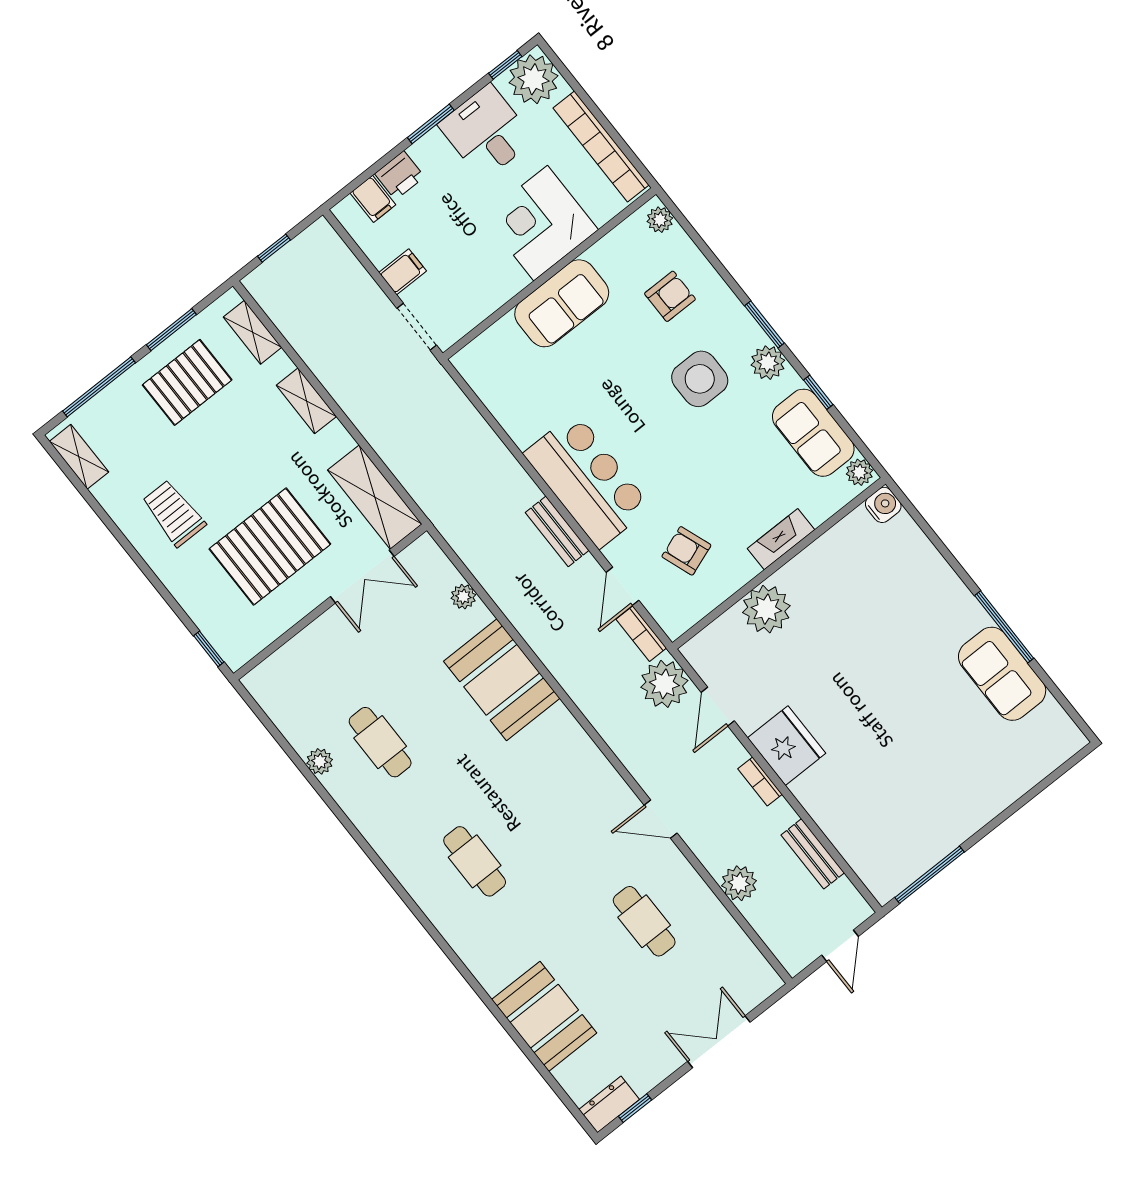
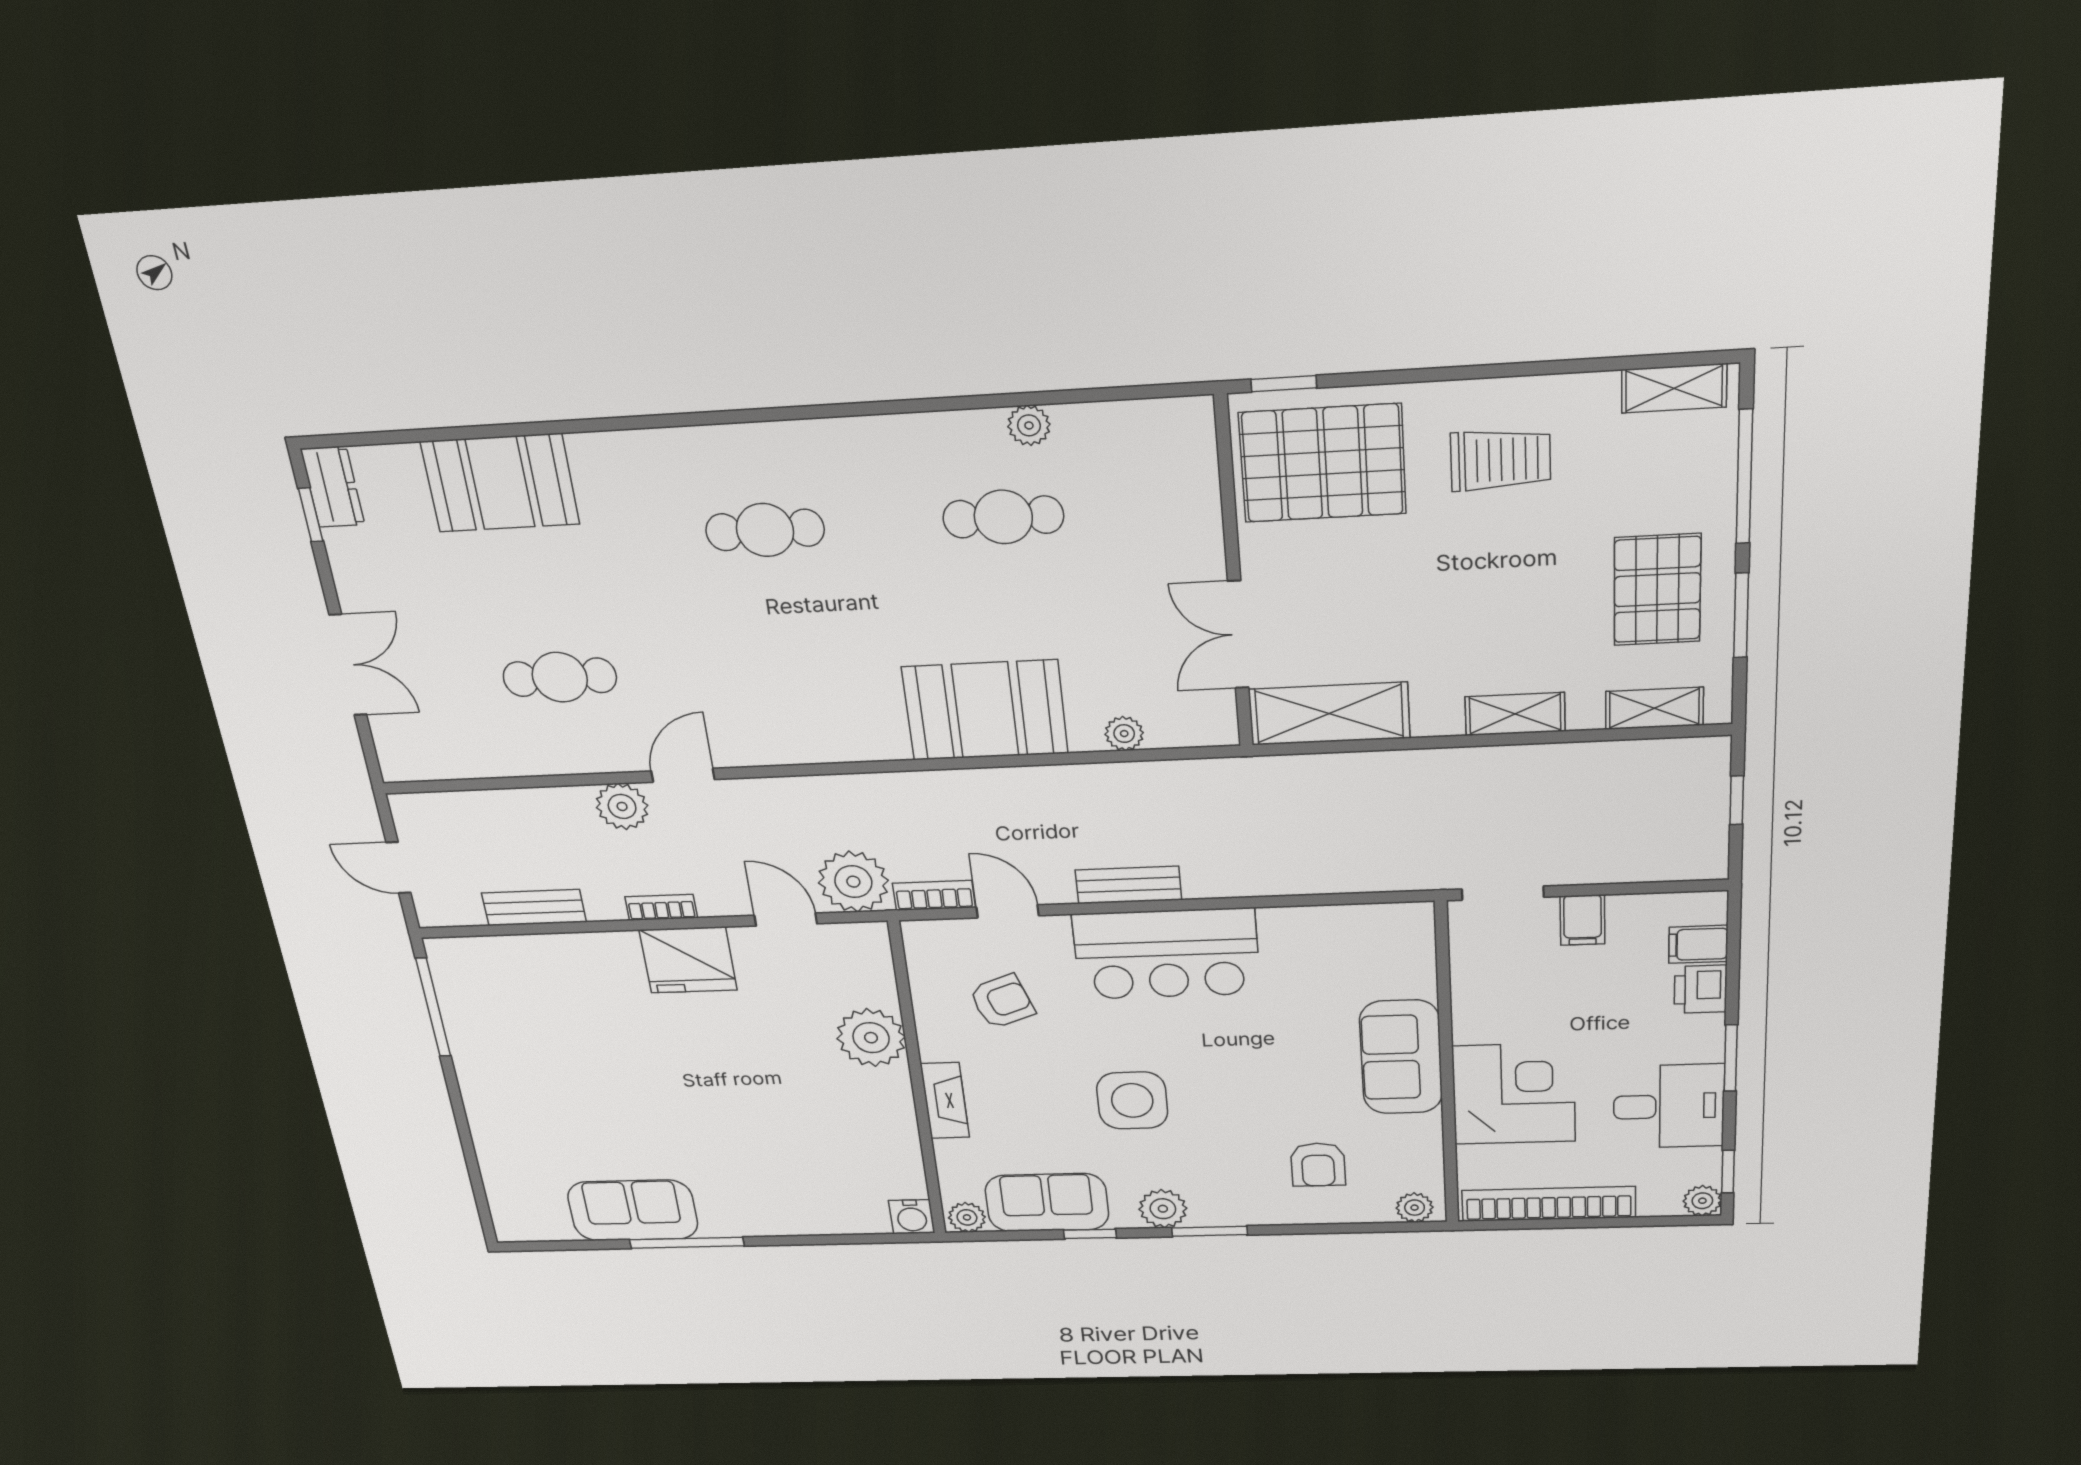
plant: (533, 79) -> (1702, 1201), width x0.53, depth x0.53
side table: (700, 379) -> (1132, 1100), moved
pallet: (270, 547) -> (1323, 463), moved, turned 90
plant: (739, 883) -> (622, 806), moved

